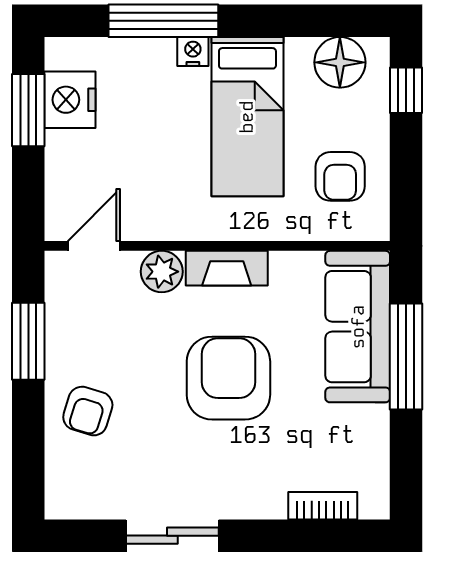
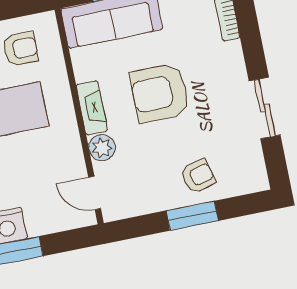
window: (28, 341) -> (192, 216), moved
armchair: (88, 411) -> (198, 176), turned -32

